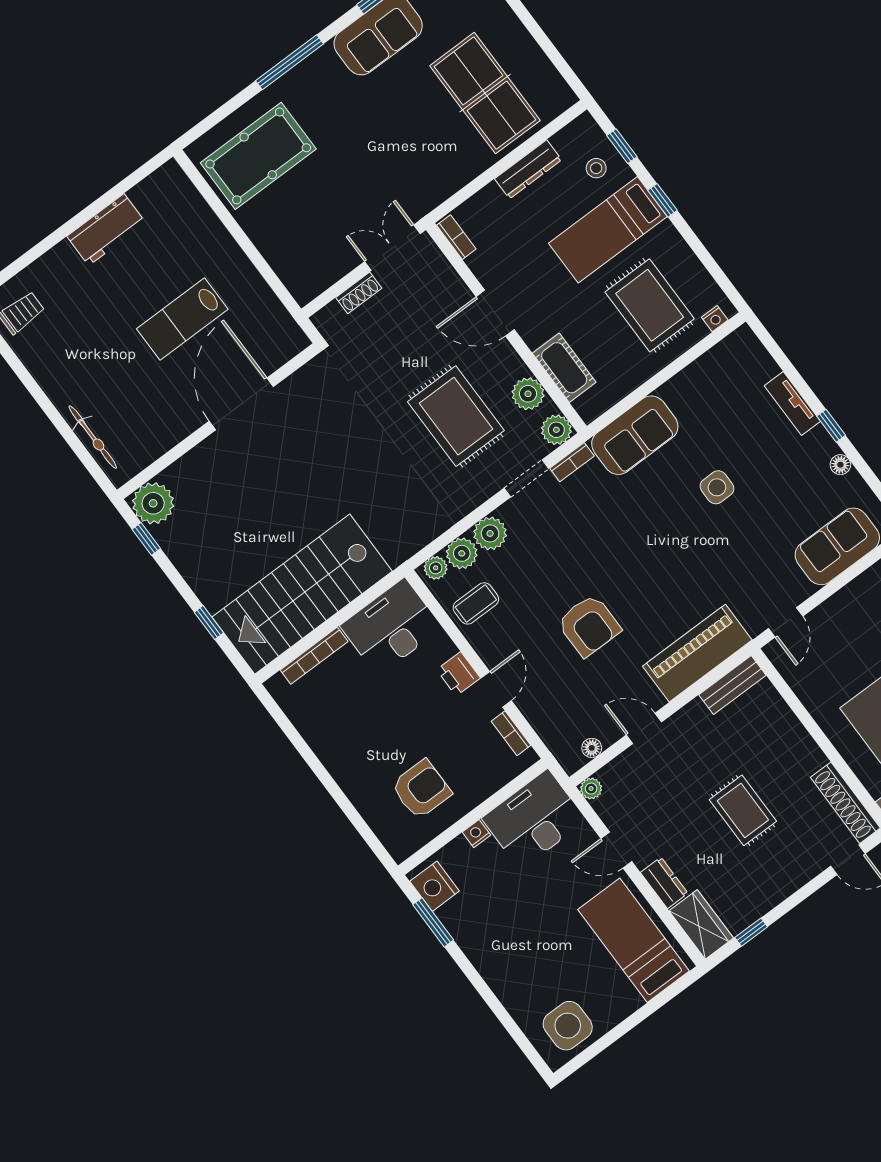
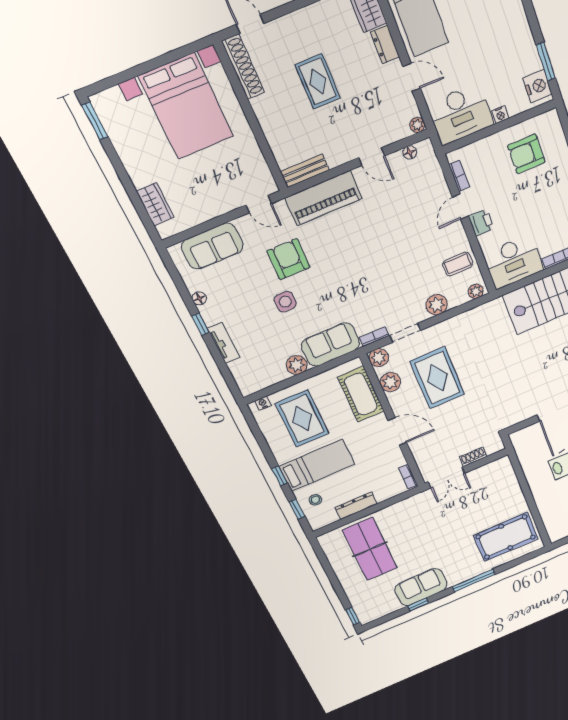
cot: (564, 368) -> (361, 394), width x1.37, depth x1.34
plant: (462, 553) -> (297, 365), moved
door: (786, 622) -> (259, 204), swing flipped
armchair: (589, 626) -> (288, 259), moved

